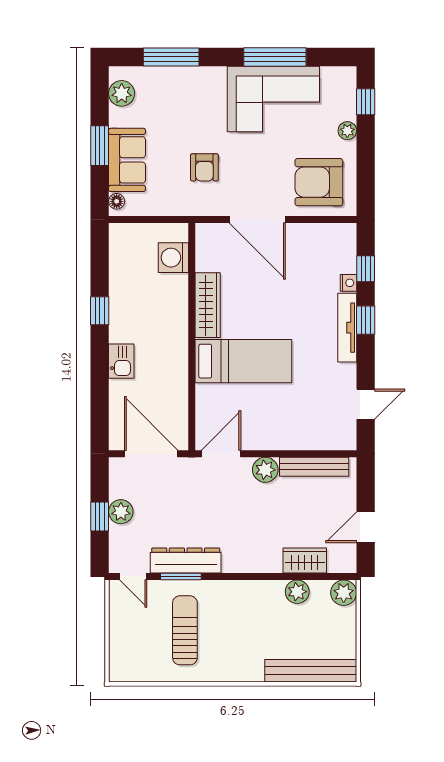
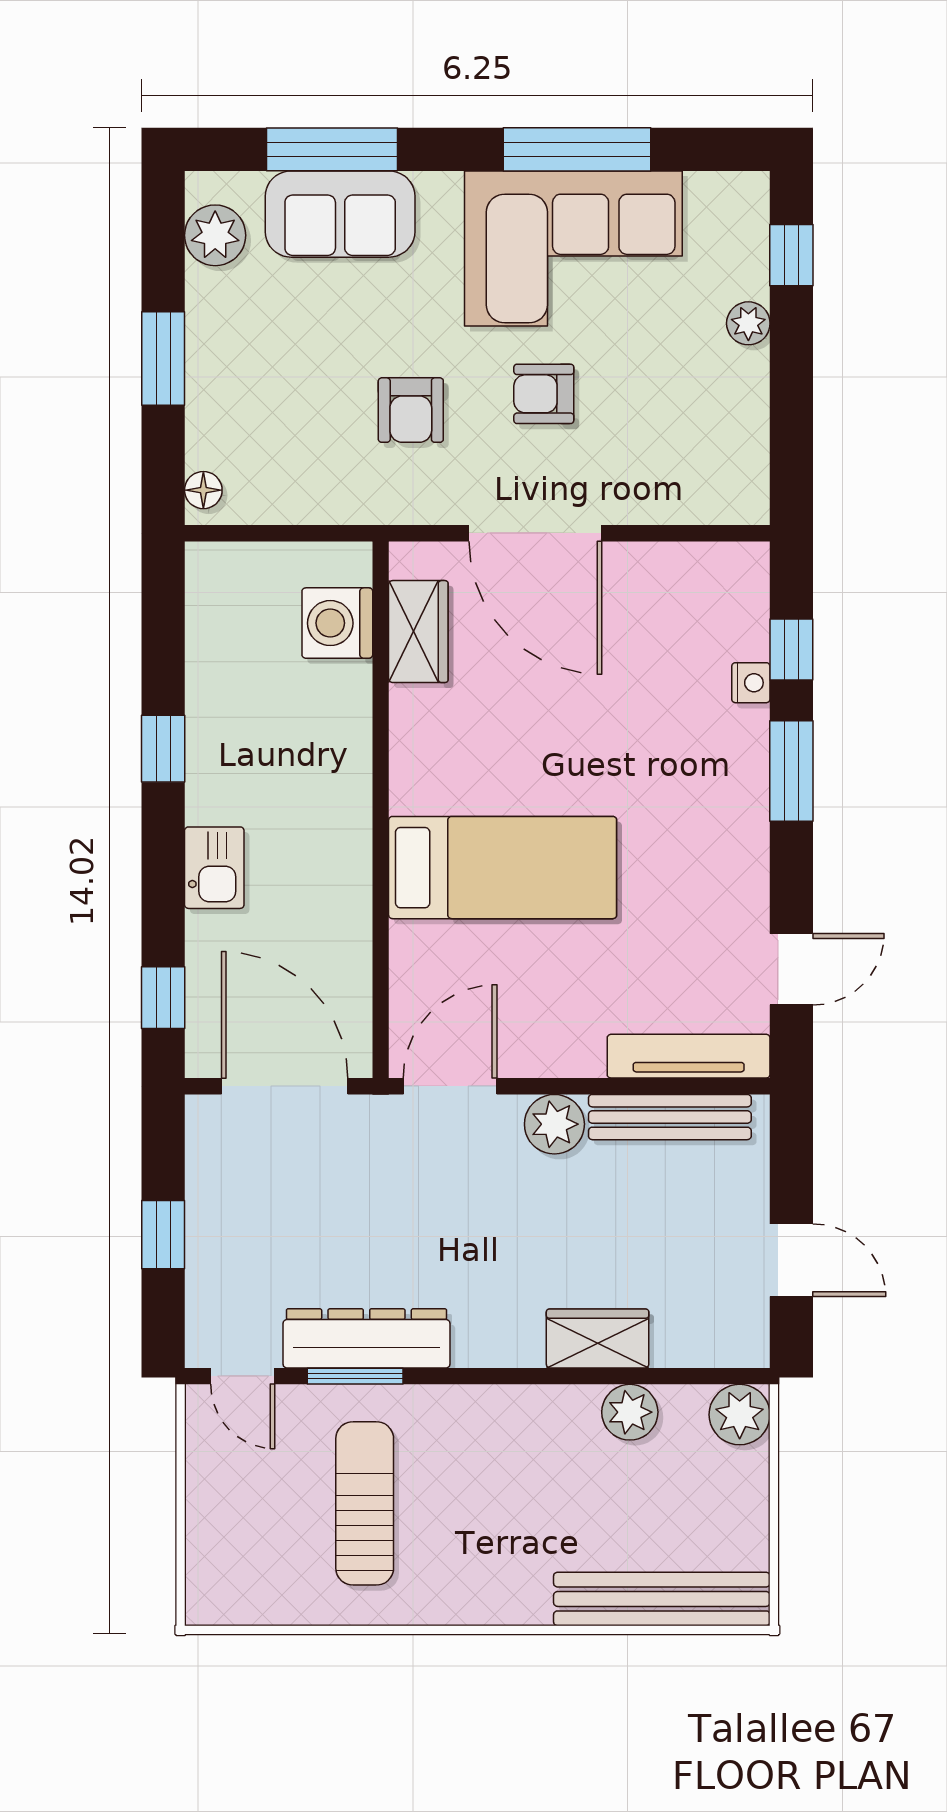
sofa: (127, 160) -> (340, 214), moved, turned 90
armchair: (319, 182) -> (544, 394), moved, width x0.53, depth x0.53
wardrobe: (208, 305) -> (418, 632), moved, width x0.67
window: (366, 320) -> (791, 771), width x1.50
tv unit: (347, 328) -> (689, 1056), moved, turned 90
window: (100, 416) -> (163, 998), added
plant: (121, 512) -> (213, 1223), removed
door: (366, 527) -> (791, 1260), swing flipped
wardrobe: (305, 560) -> (598, 1339), moved

